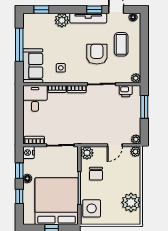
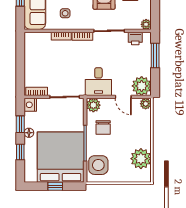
desk: (35, 98) -> (98, 82), moved, turned 180
plant: (136, 139) -> (142, 86), width x1.87, depth x1.87
door: (115, 145) -> (123, 97), hinge flipped

